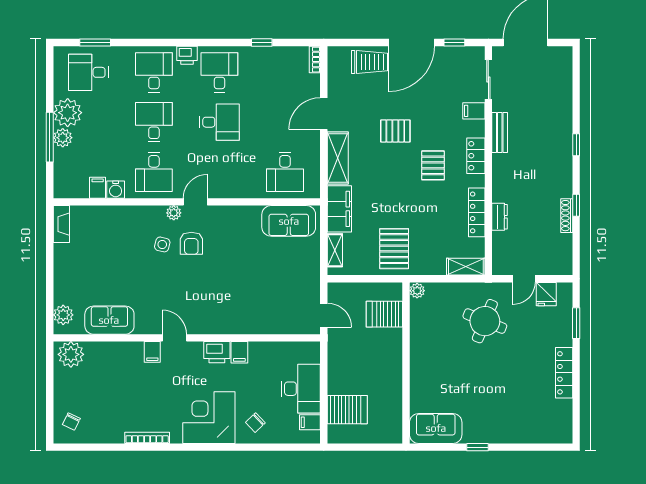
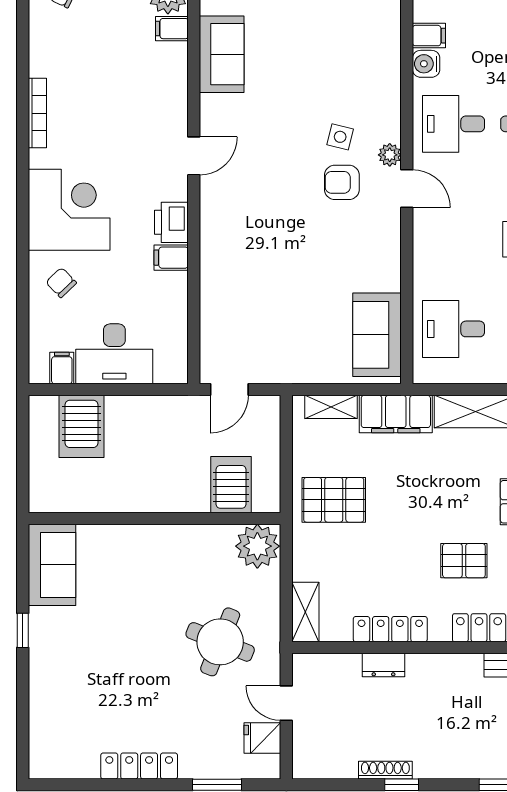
plant: (417, 291) -> (257, 546), width x1.87, depth x1.87
filing cabinet: (152, 352) -> (172, 29), moved

